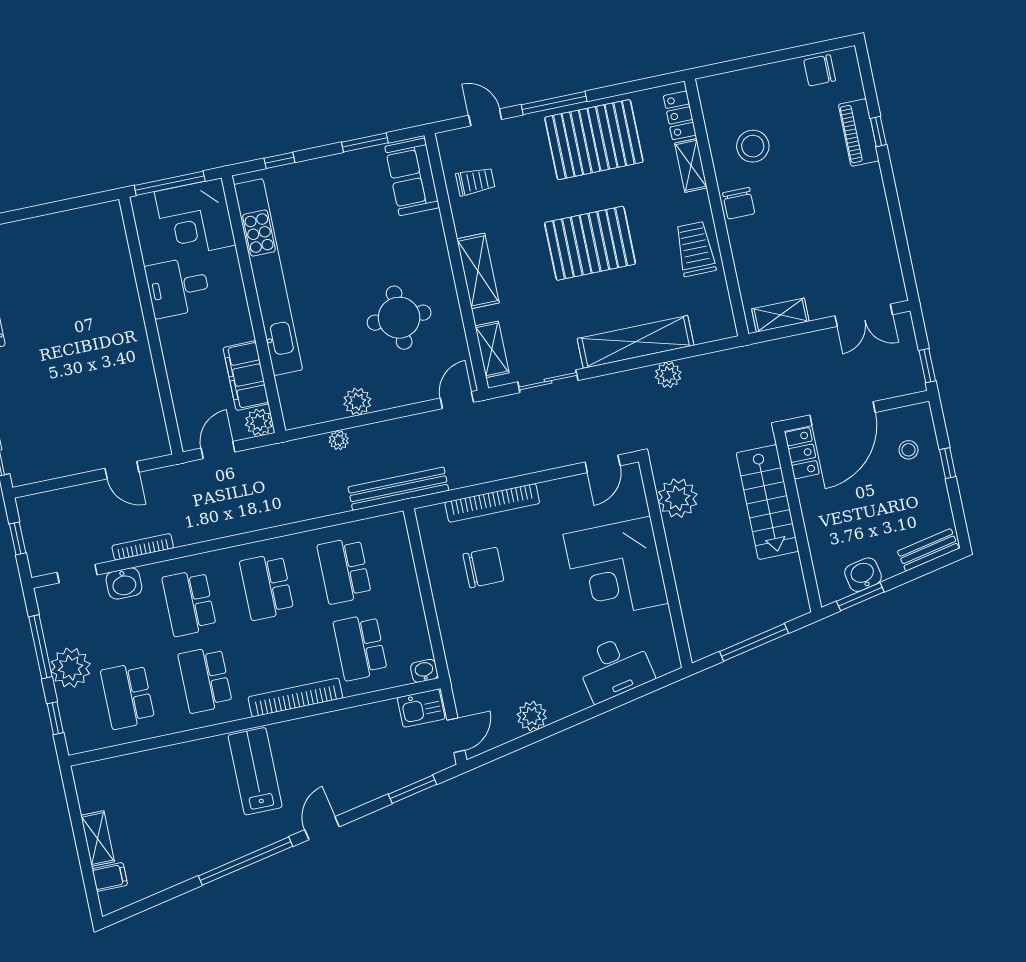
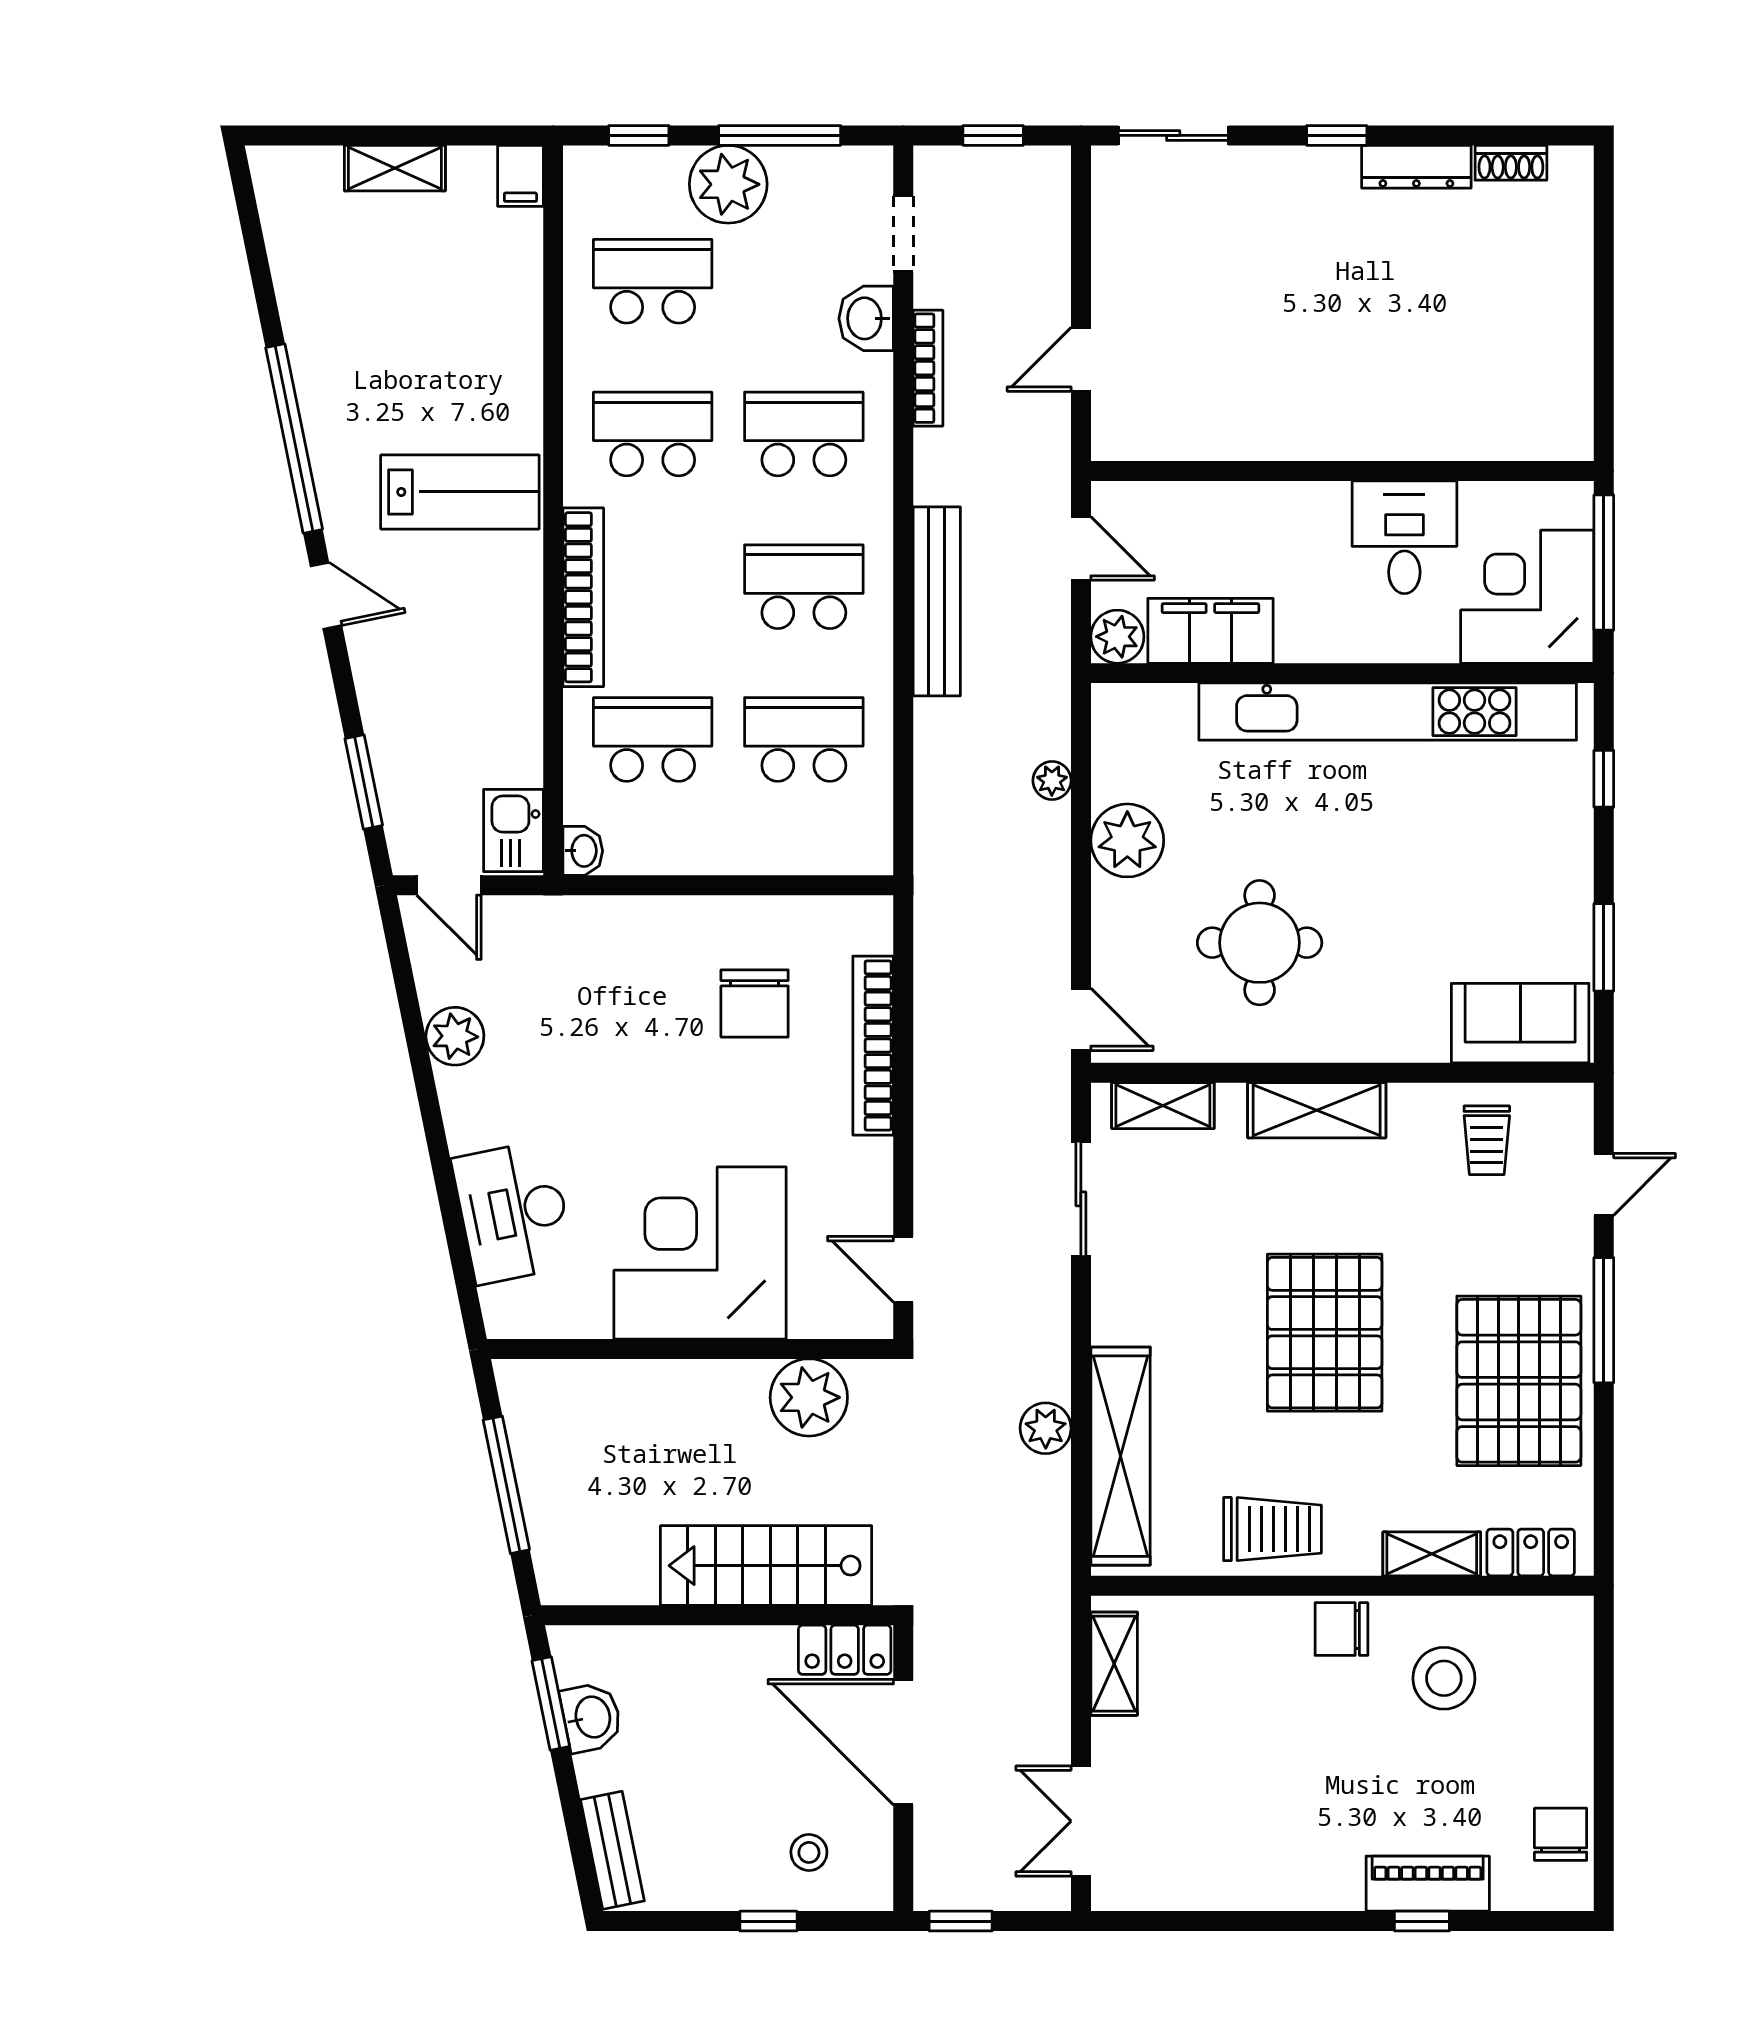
shelving: (636, 342) -> (1121, 1456), moved
plant: (357, 402) -> (1127, 840), width x1.36, depth x1.36
bench: (398, 489) -> (937, 601), moved
filing cabinet: (110, 877) -> (520, 176), moved

